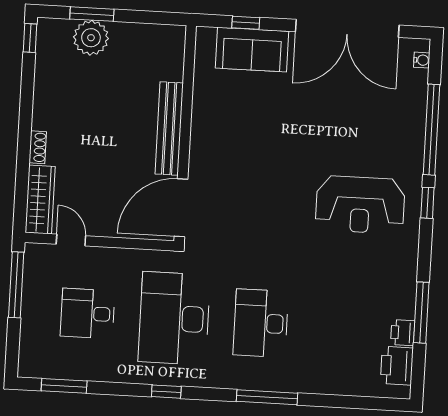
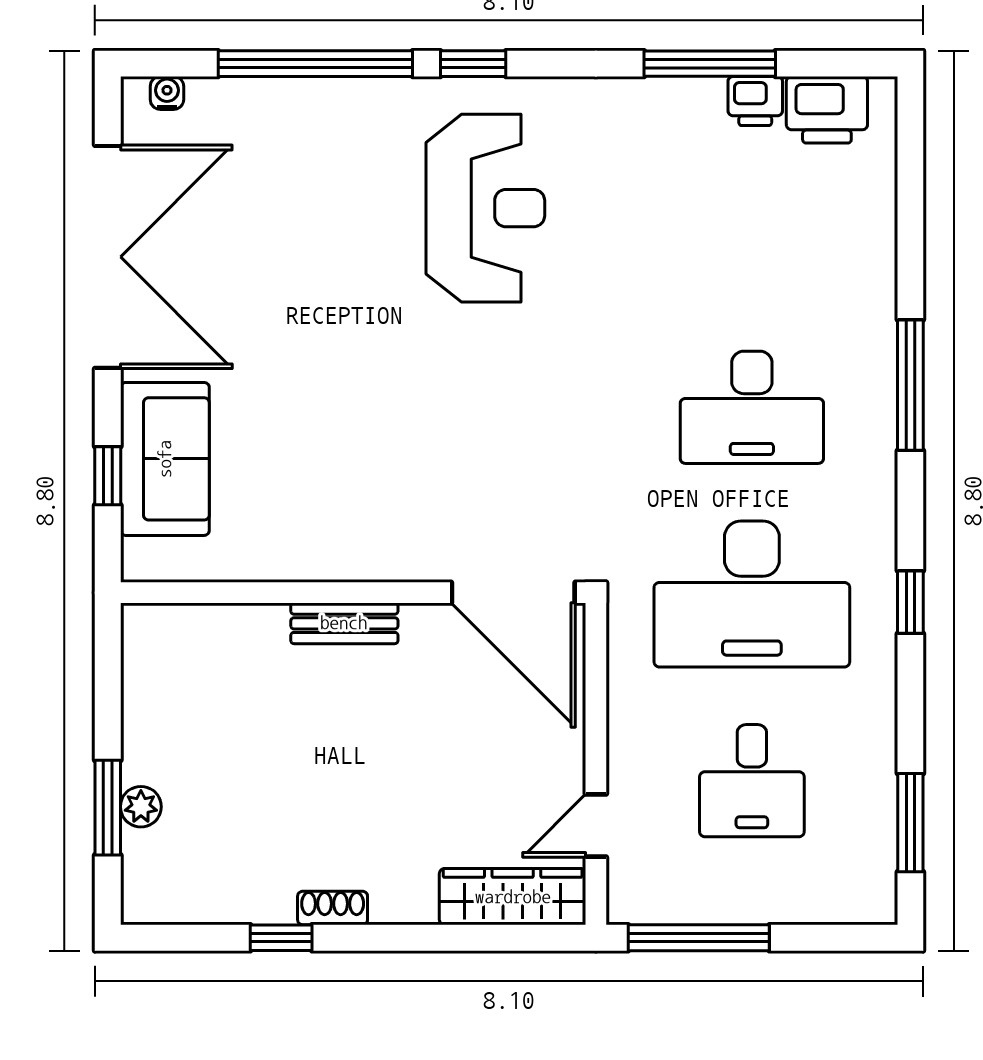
window: (30, 38) -> (281, 938), moved
plant: (91, 38) -> (141, 807), width x0.53, depth x0.53
bench: (169, 128) -> (344, 623), width x0.54, depth x0.82
shoe rack: (38, 147) -> (333, 908), moved

